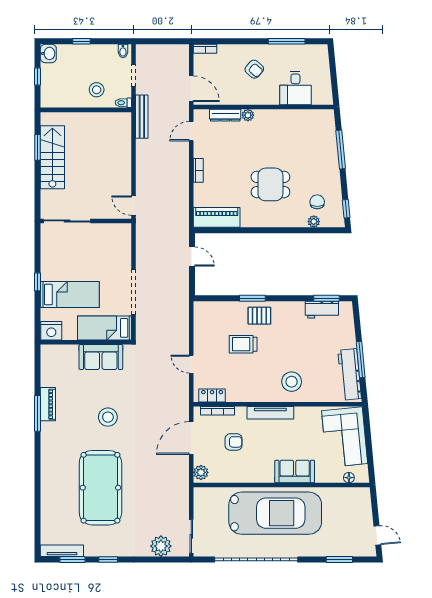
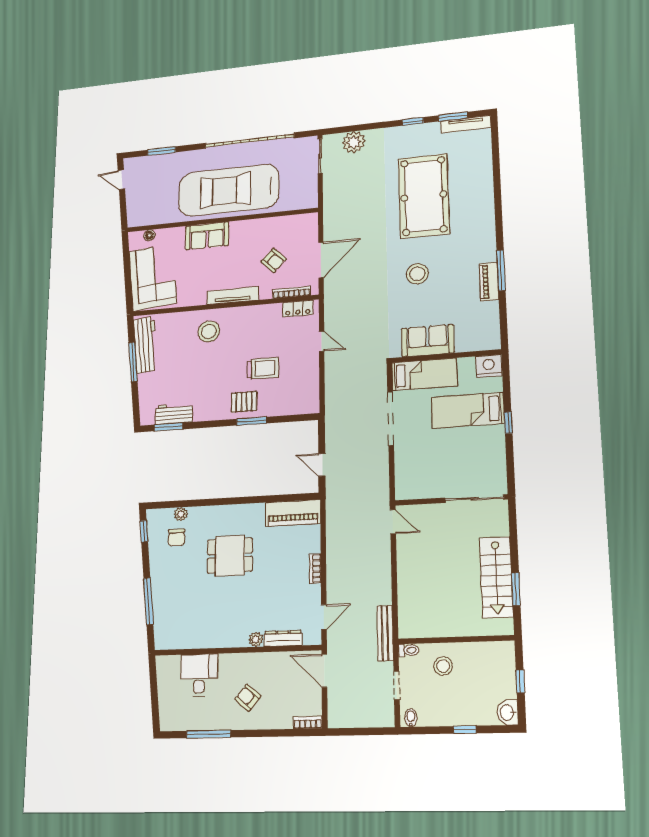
armchair: (234, 442) -> (274, 260), turned -136
plant: (201, 472) -> (310, 224), removed

